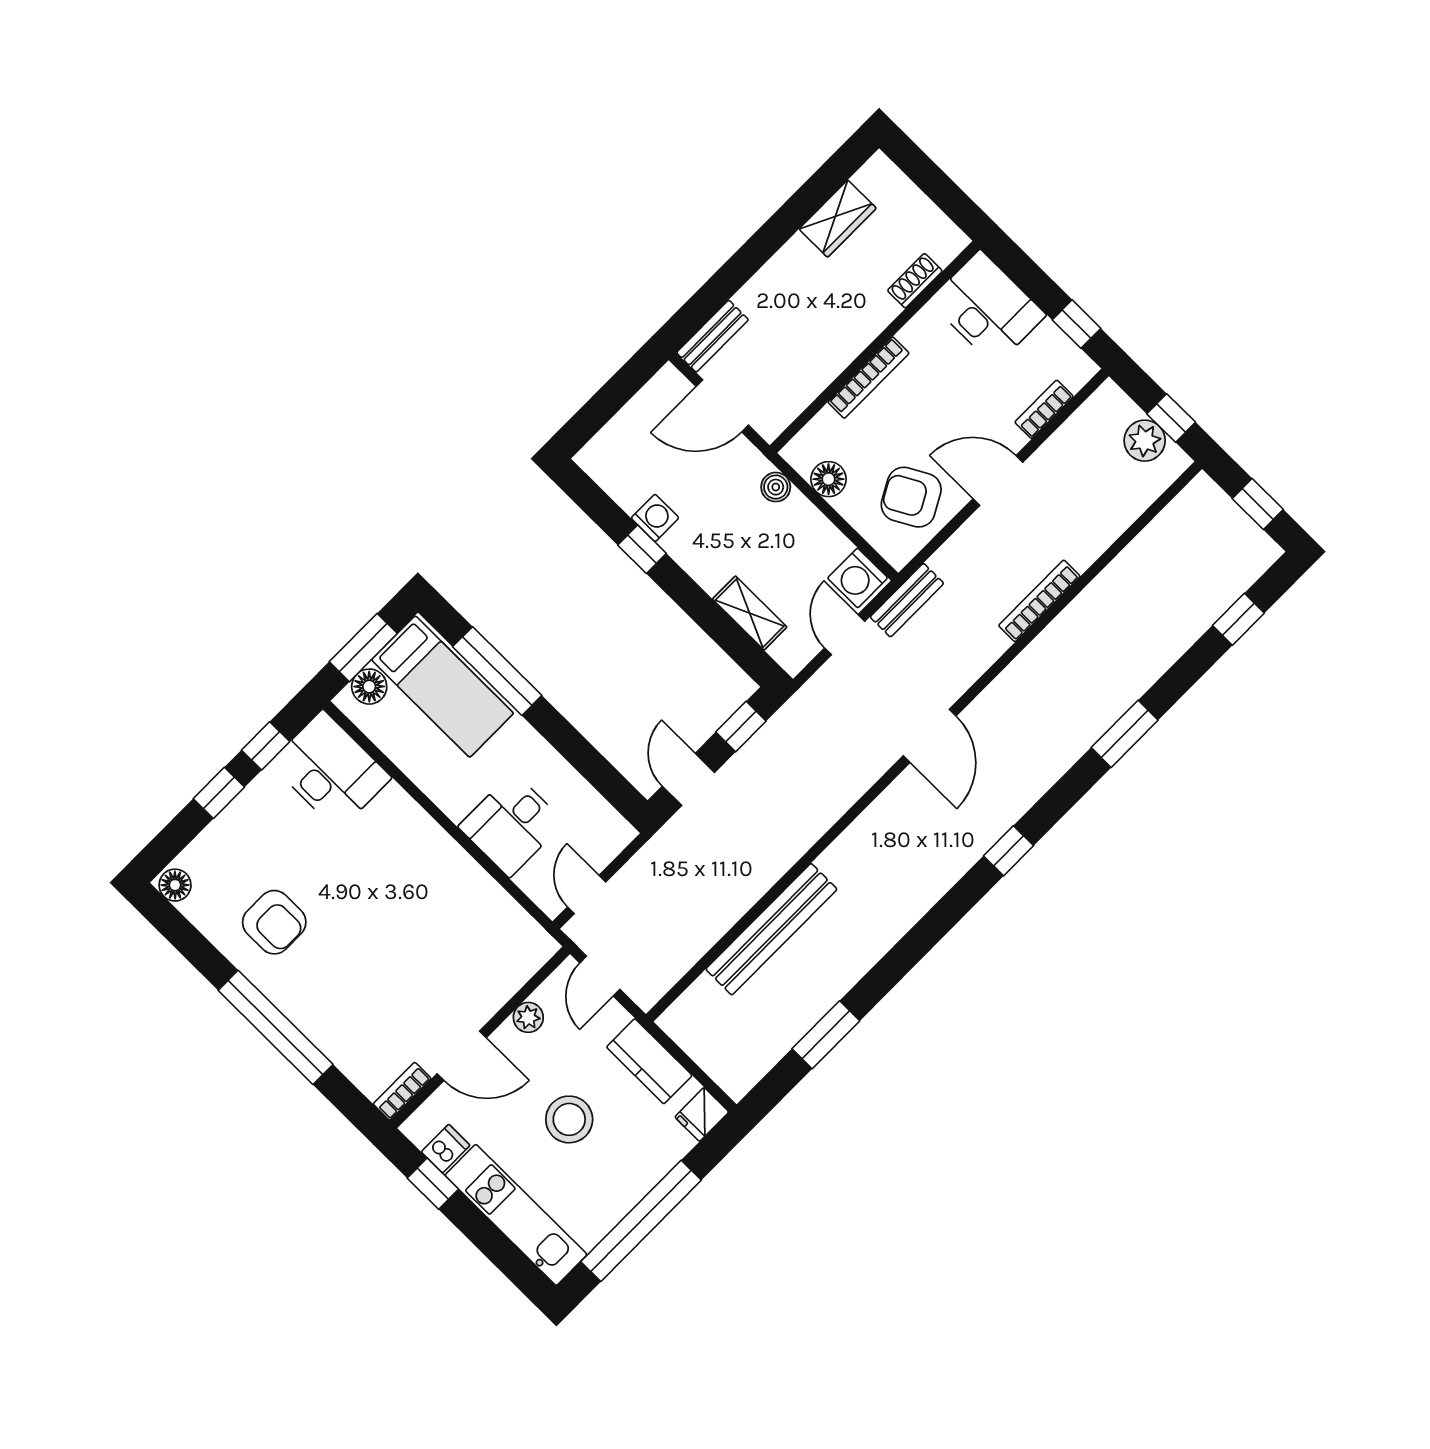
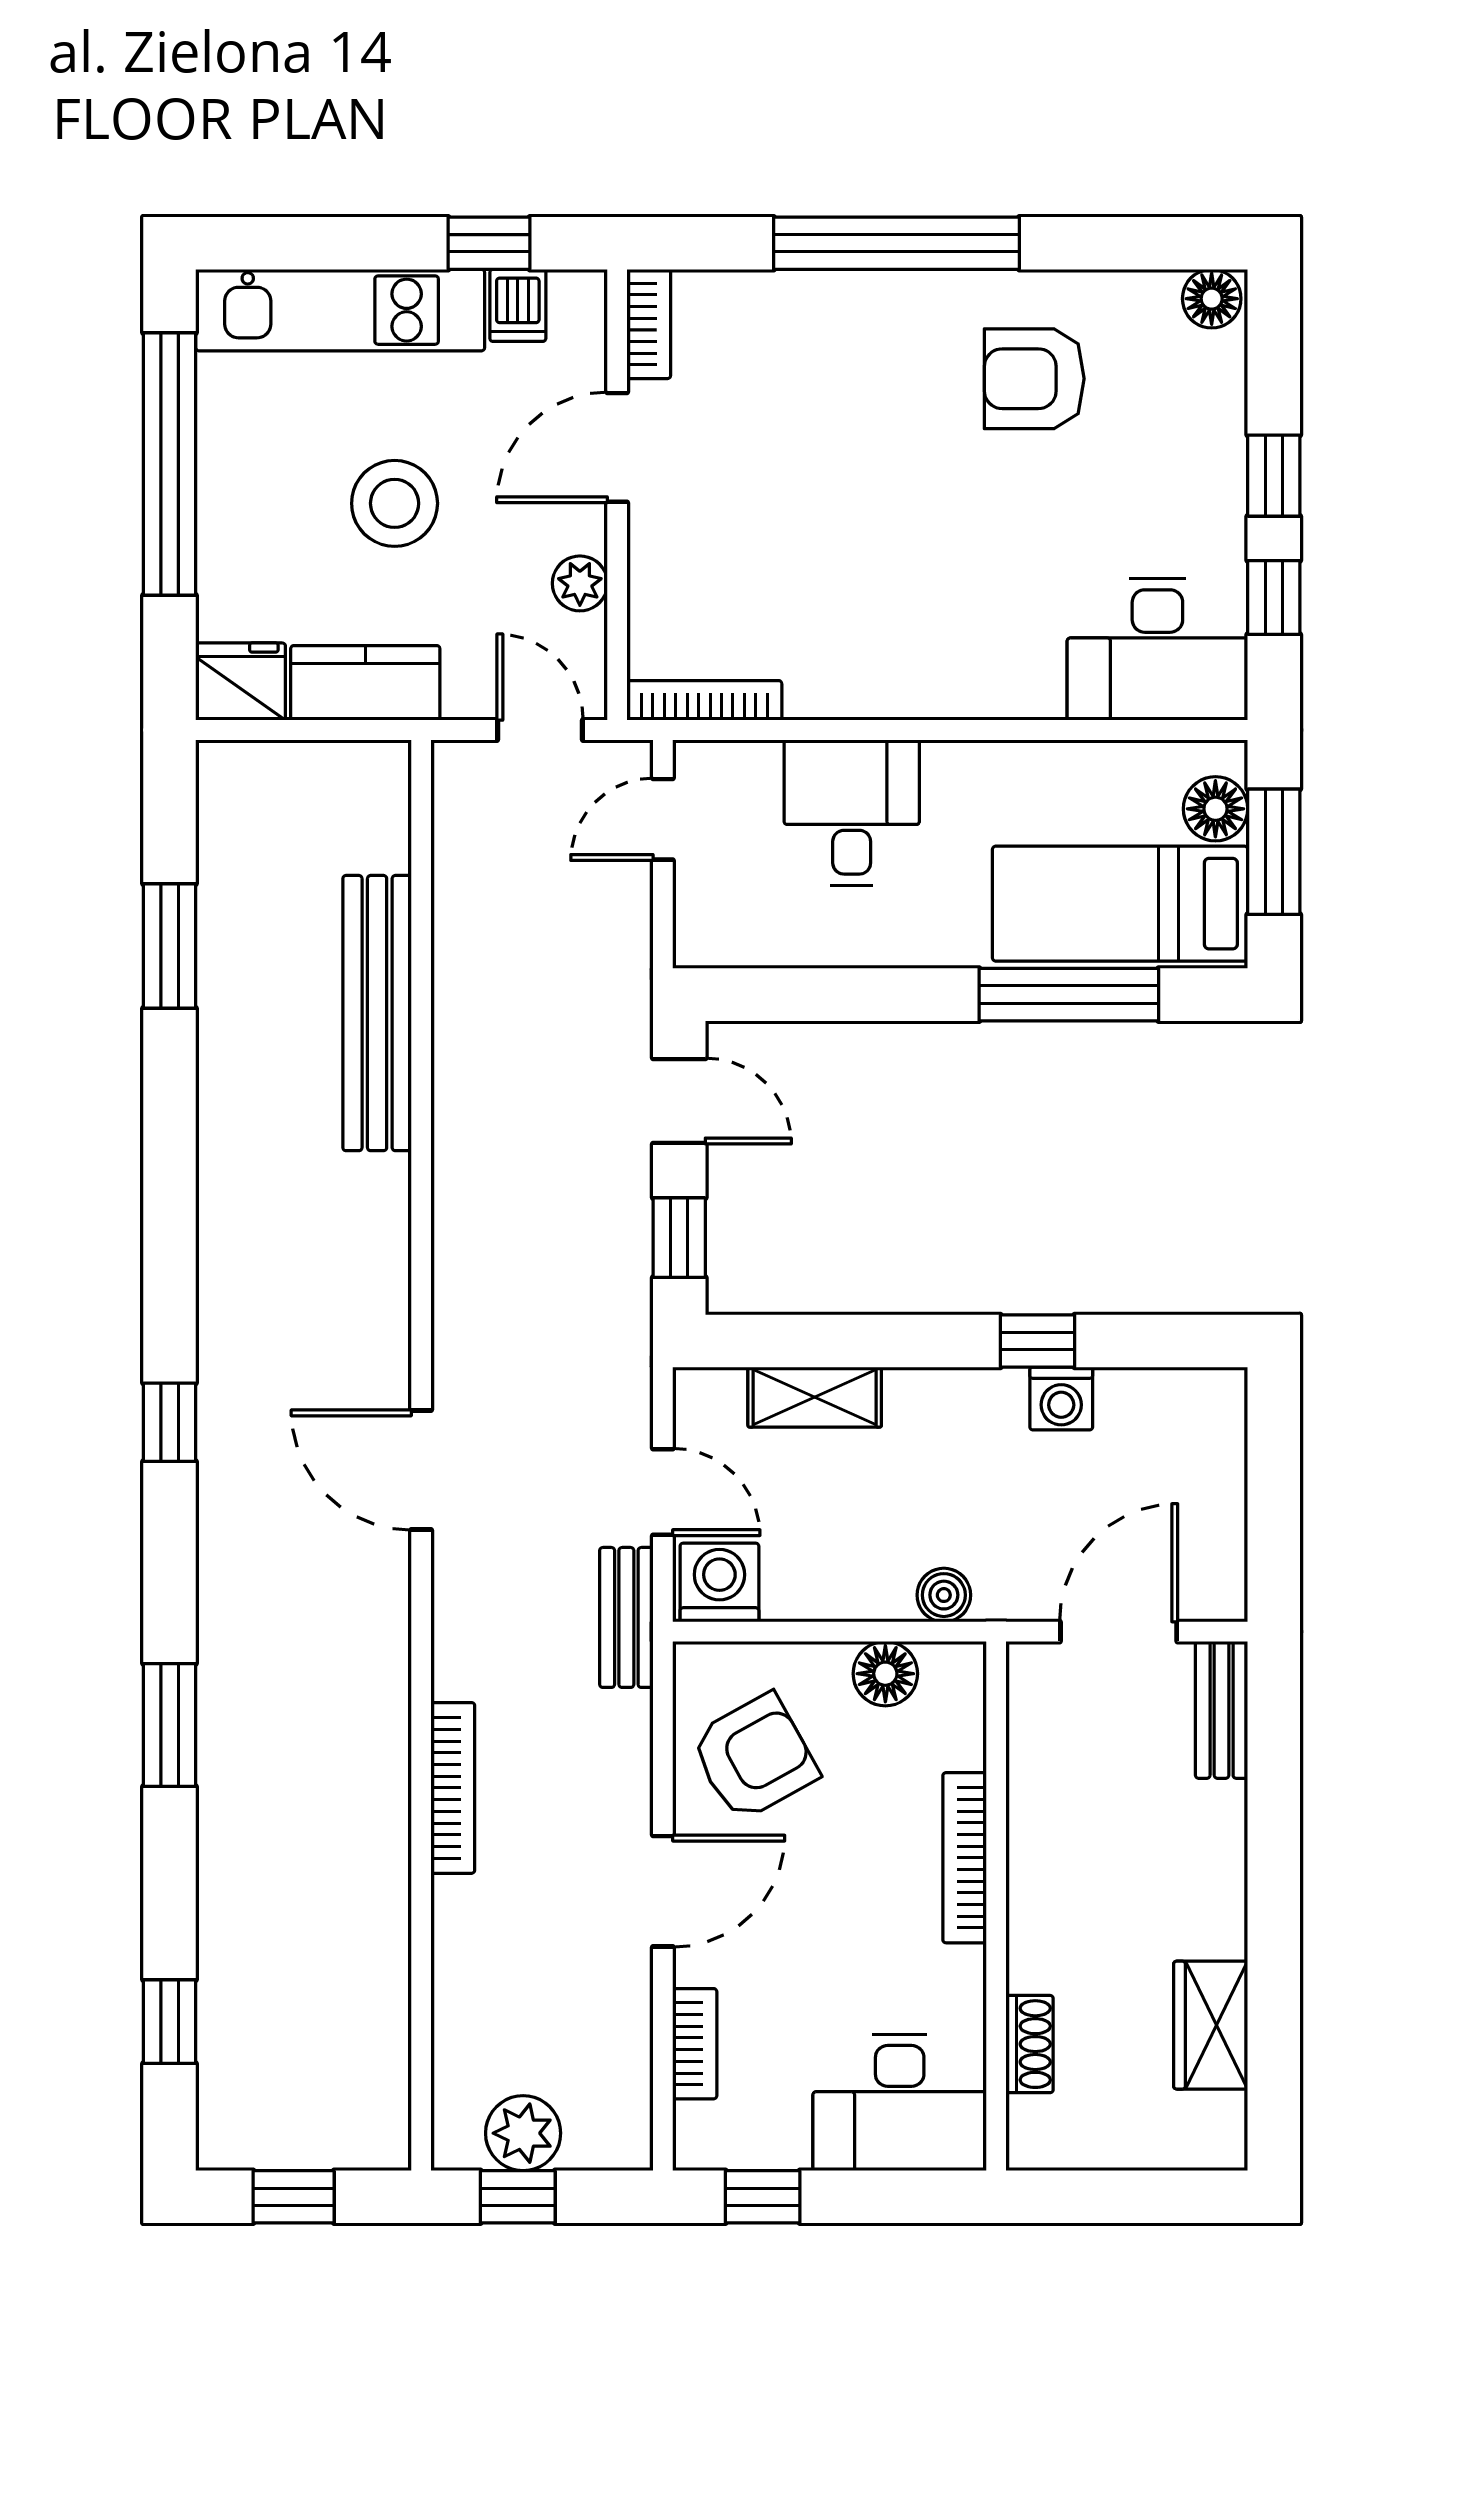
door: (587, 894) -> (663, 819), swing flipped
bookcase: (525, 924) -> (704, 700), added
fridge: (702, 1114) -> (241, 682), width x1.38

